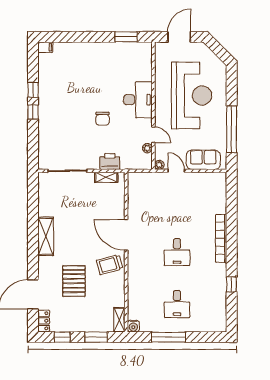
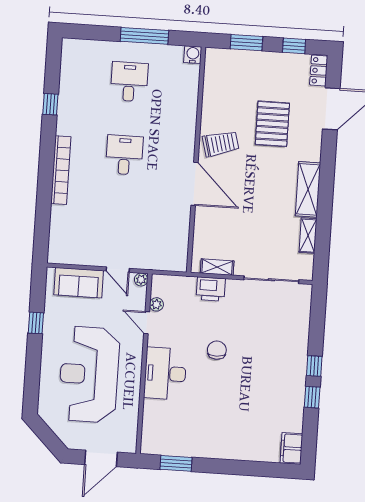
filing cabinet: (45, 47) -> (291, 448), width x2.00
window: (232, 129) -> (36, 323), width x0.32
shelving: (119, 320) -> (308, 236), moved

